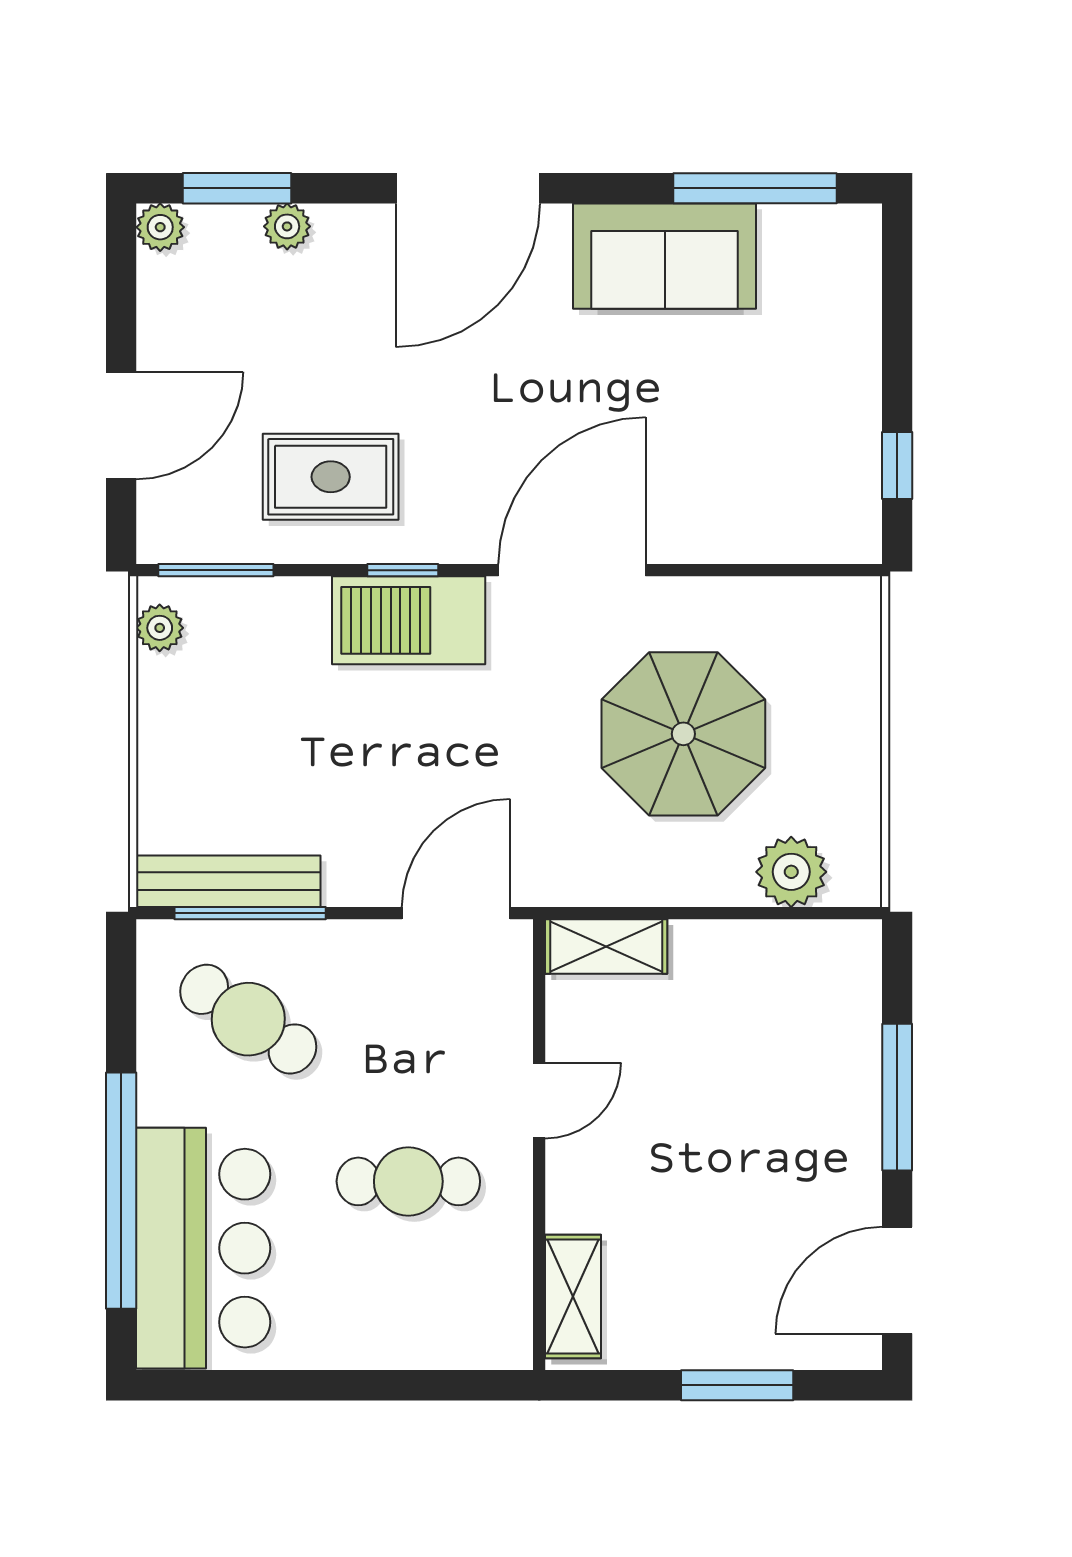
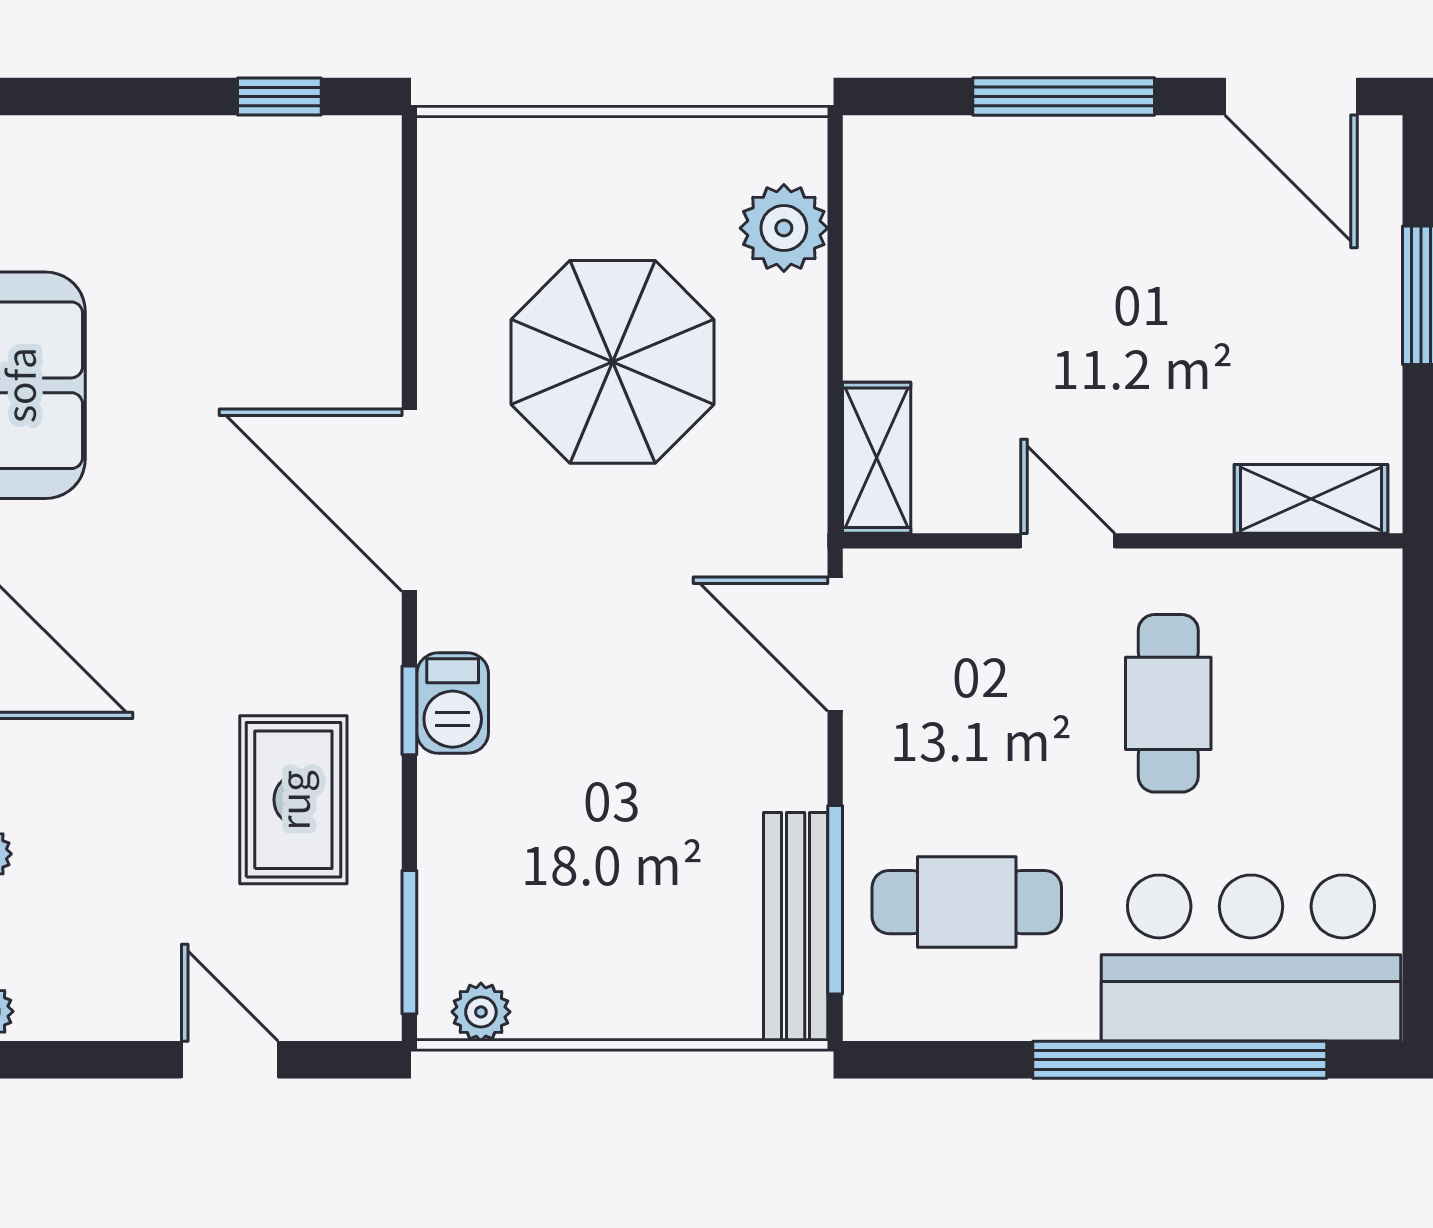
door: (121, 426) -> (230, 1060), width x0.73
barbecue: (409, 620) -> (453, 703), width x0.53, depth x0.65
cafe table: (248, 1019) -> (967, 902), turned 56

